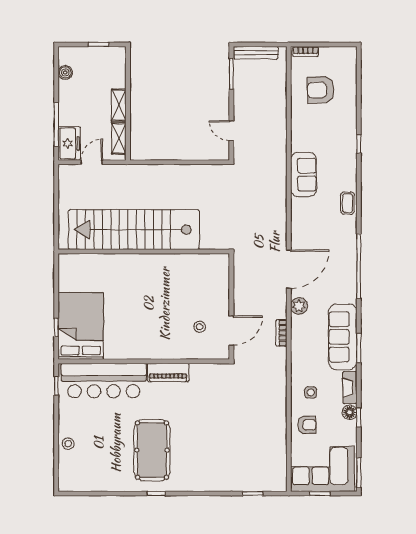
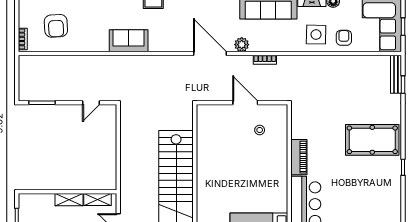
bench: (256, 53) -> (396, 74), moved
door: (231, 331) -> (245, 103), moved
side table: (311, 392) -> (316, 35), width x1.87, depth x1.87
pool table: (152, 450) -> (372, 140), moved

